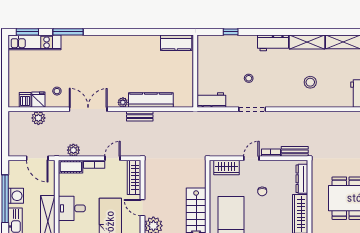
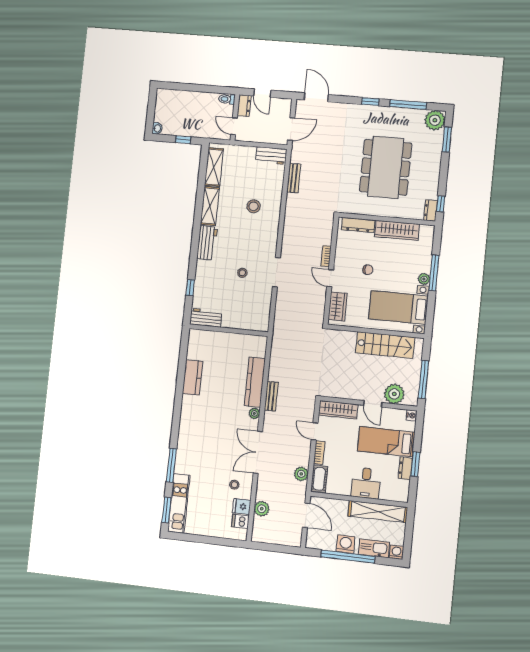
kitchen counter: (176, 43) -> (193, 377), moved
workbench: (211, 100) -> (206, 318), moved, turned 90
bench: (295, 151) -> (294, 178), moved
door: (37, 158) -> (306, 515), hinge flipped
door: (143, 208) -> (373, 404), hinge flipped

